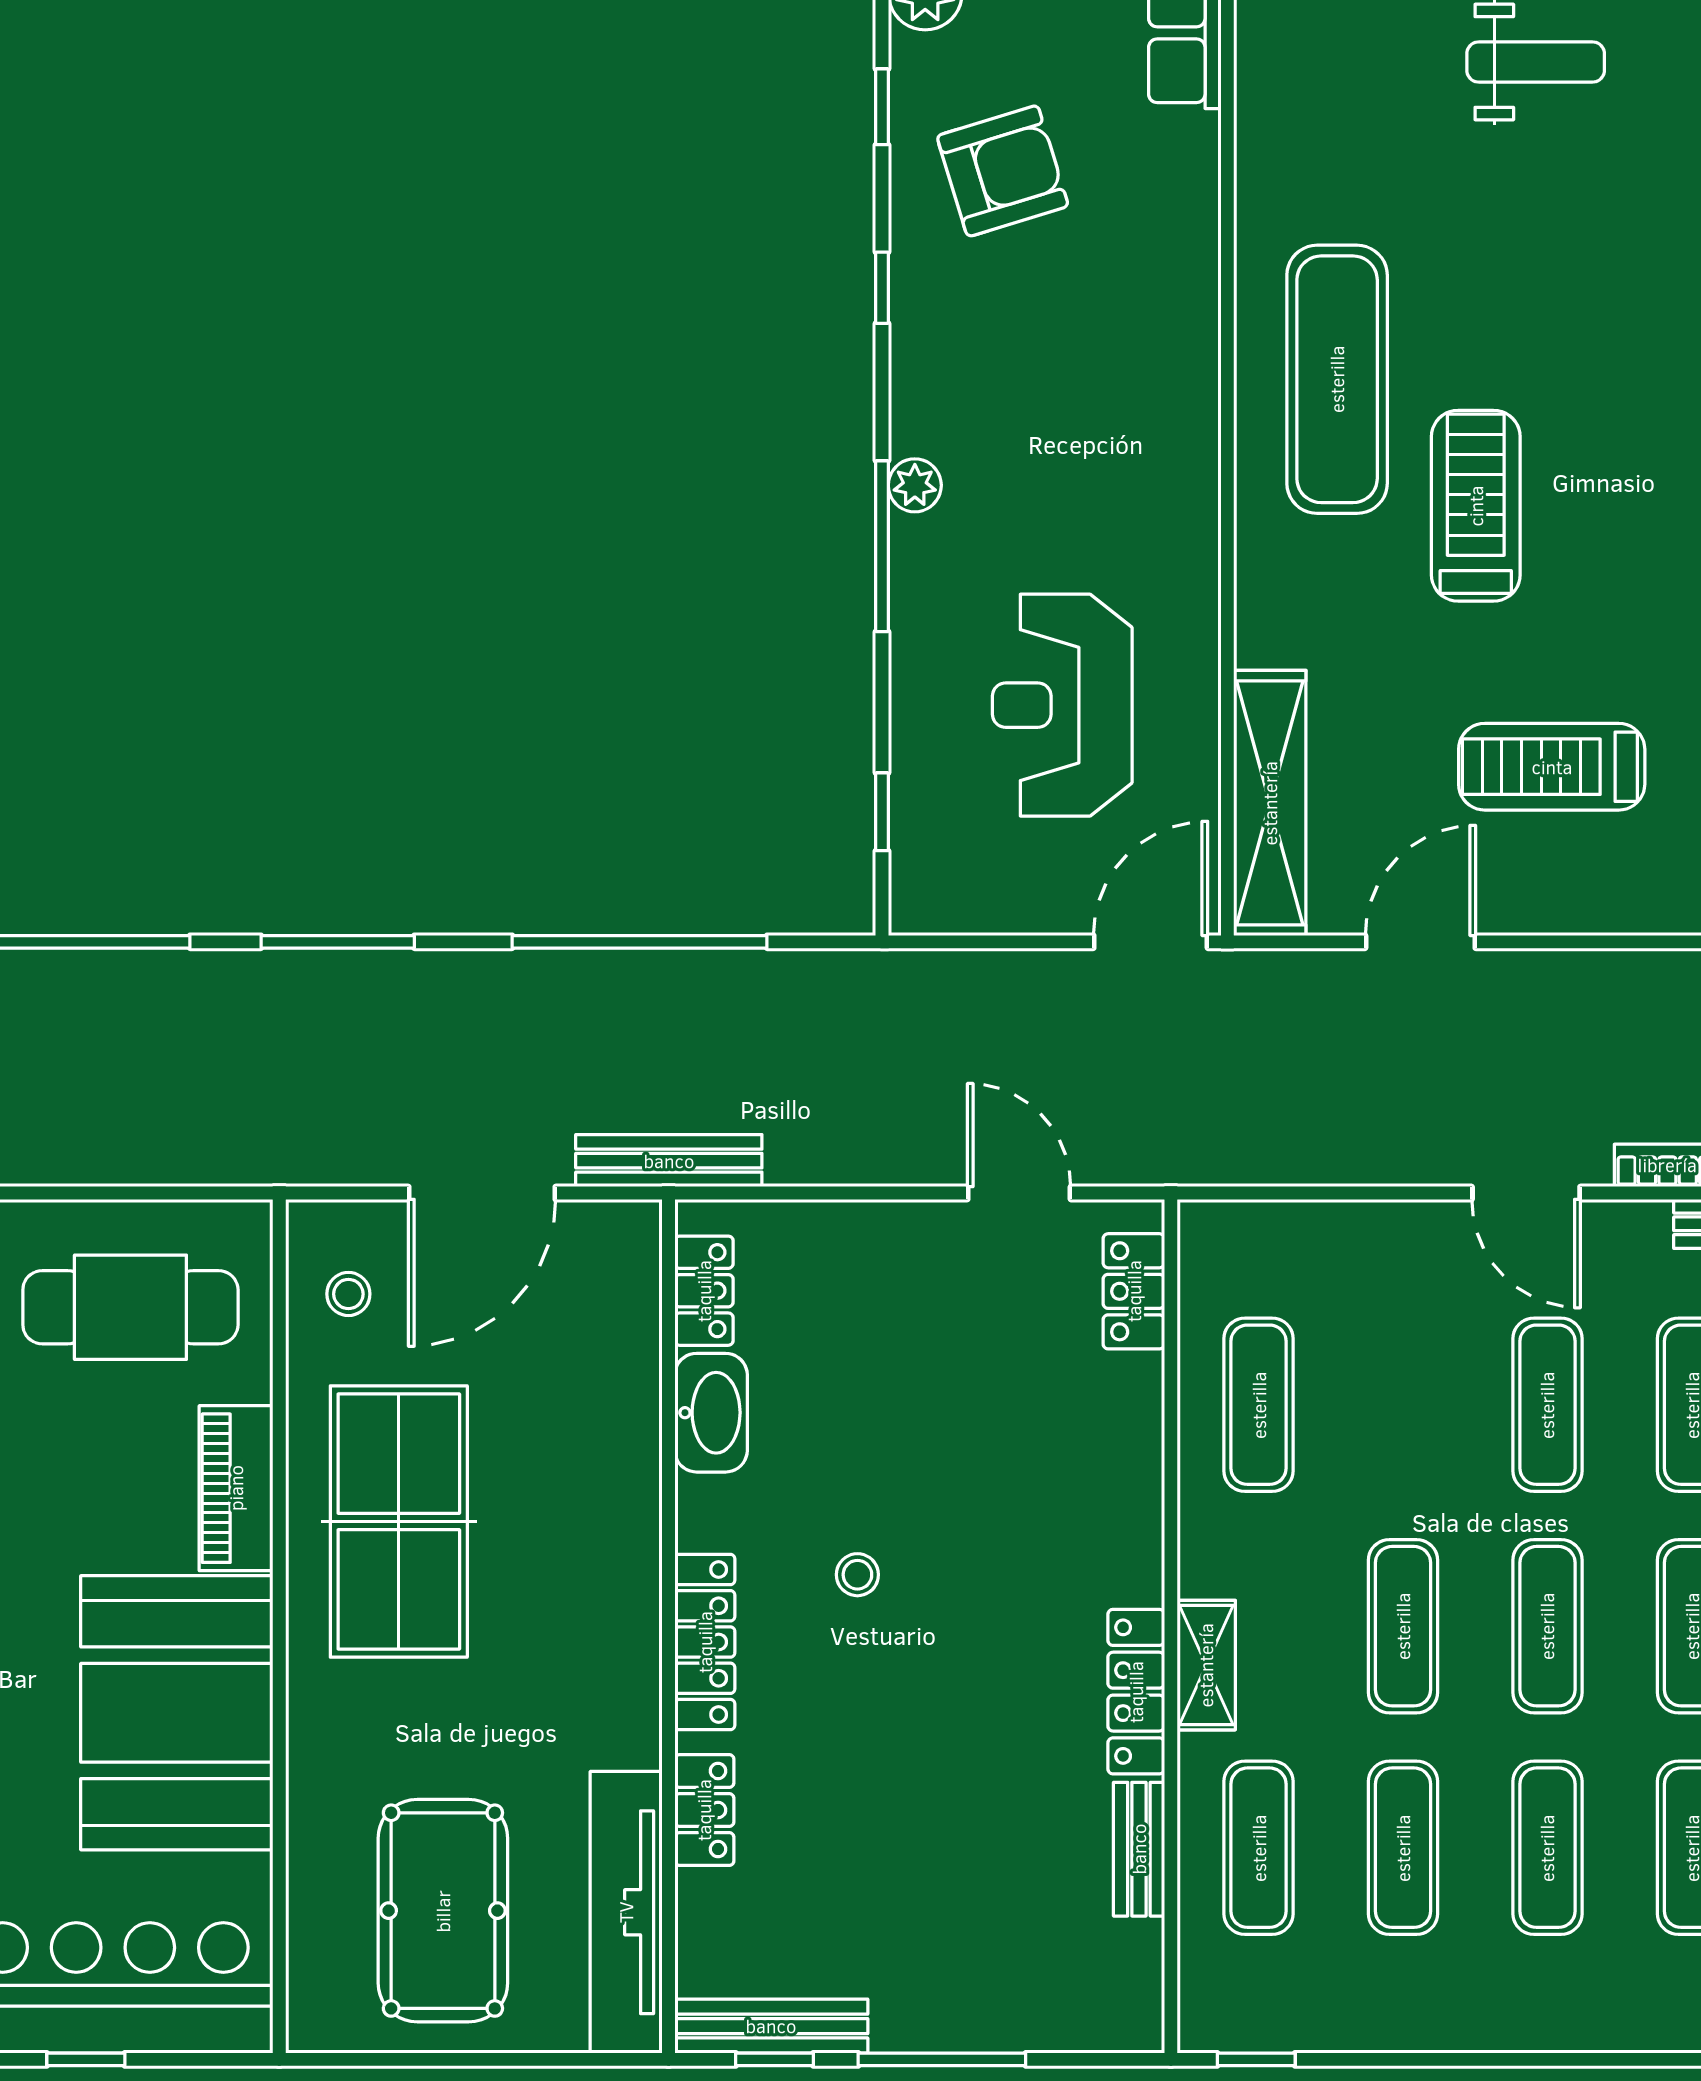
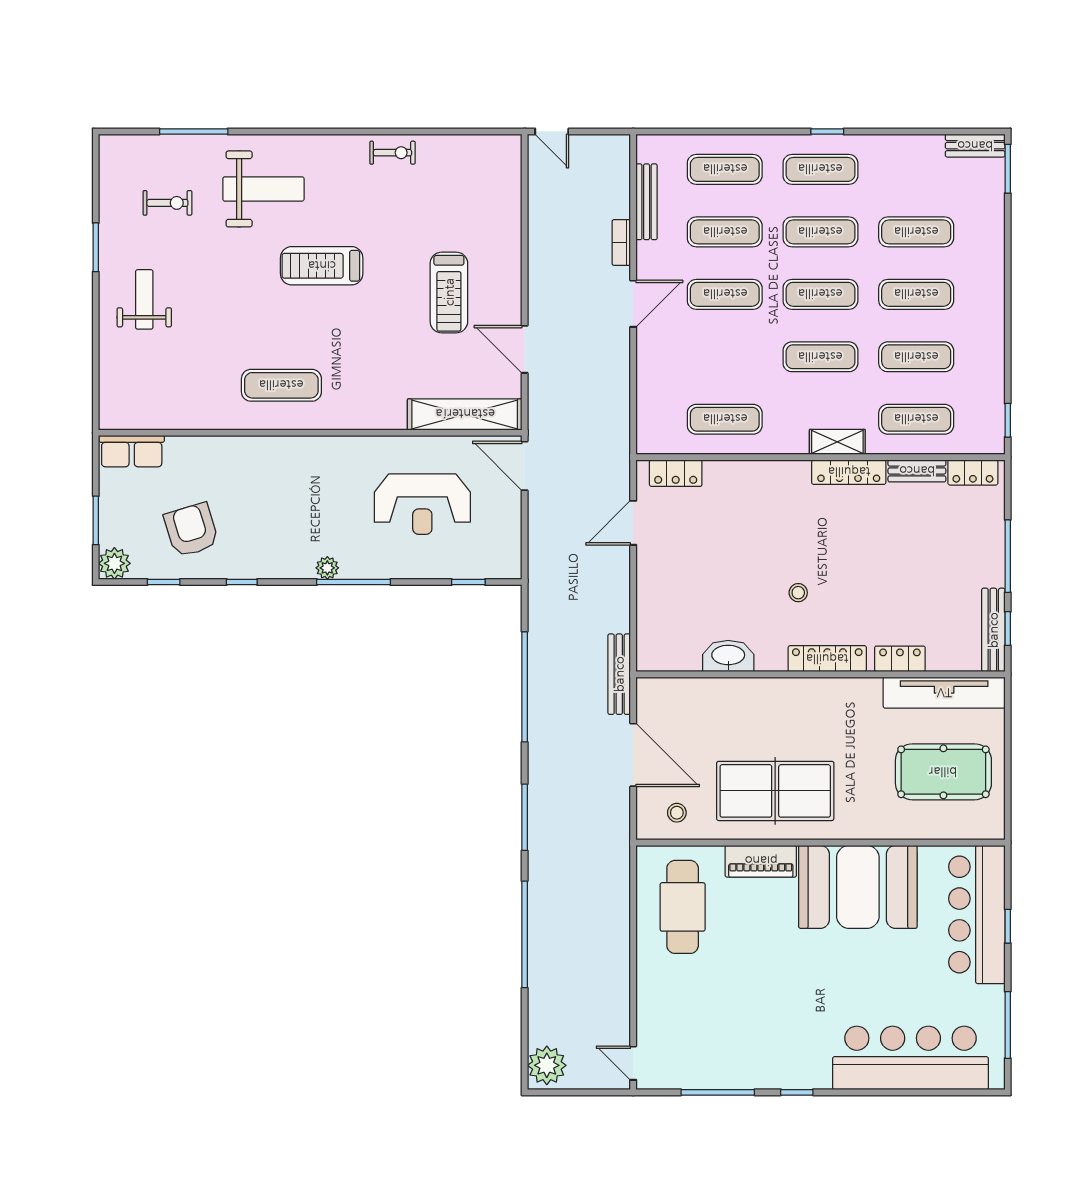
exercise mat: (1337, 379) -> (281, 385), width x0.73, depth x0.69
treadmill: (1476, 506) -> (322, 266), moved
locker: (704, 1291) -> (973, 472), moved, turned 180

